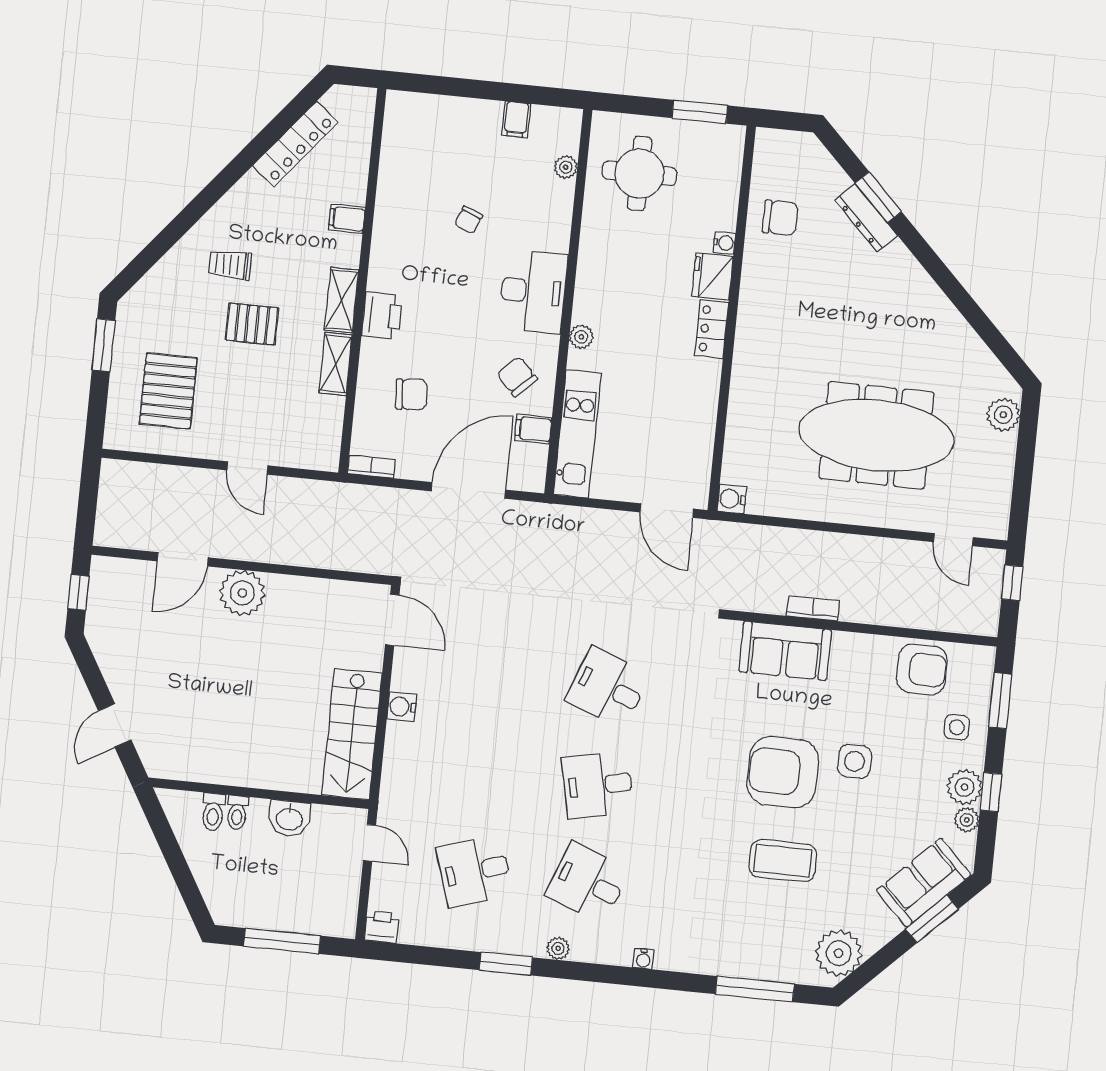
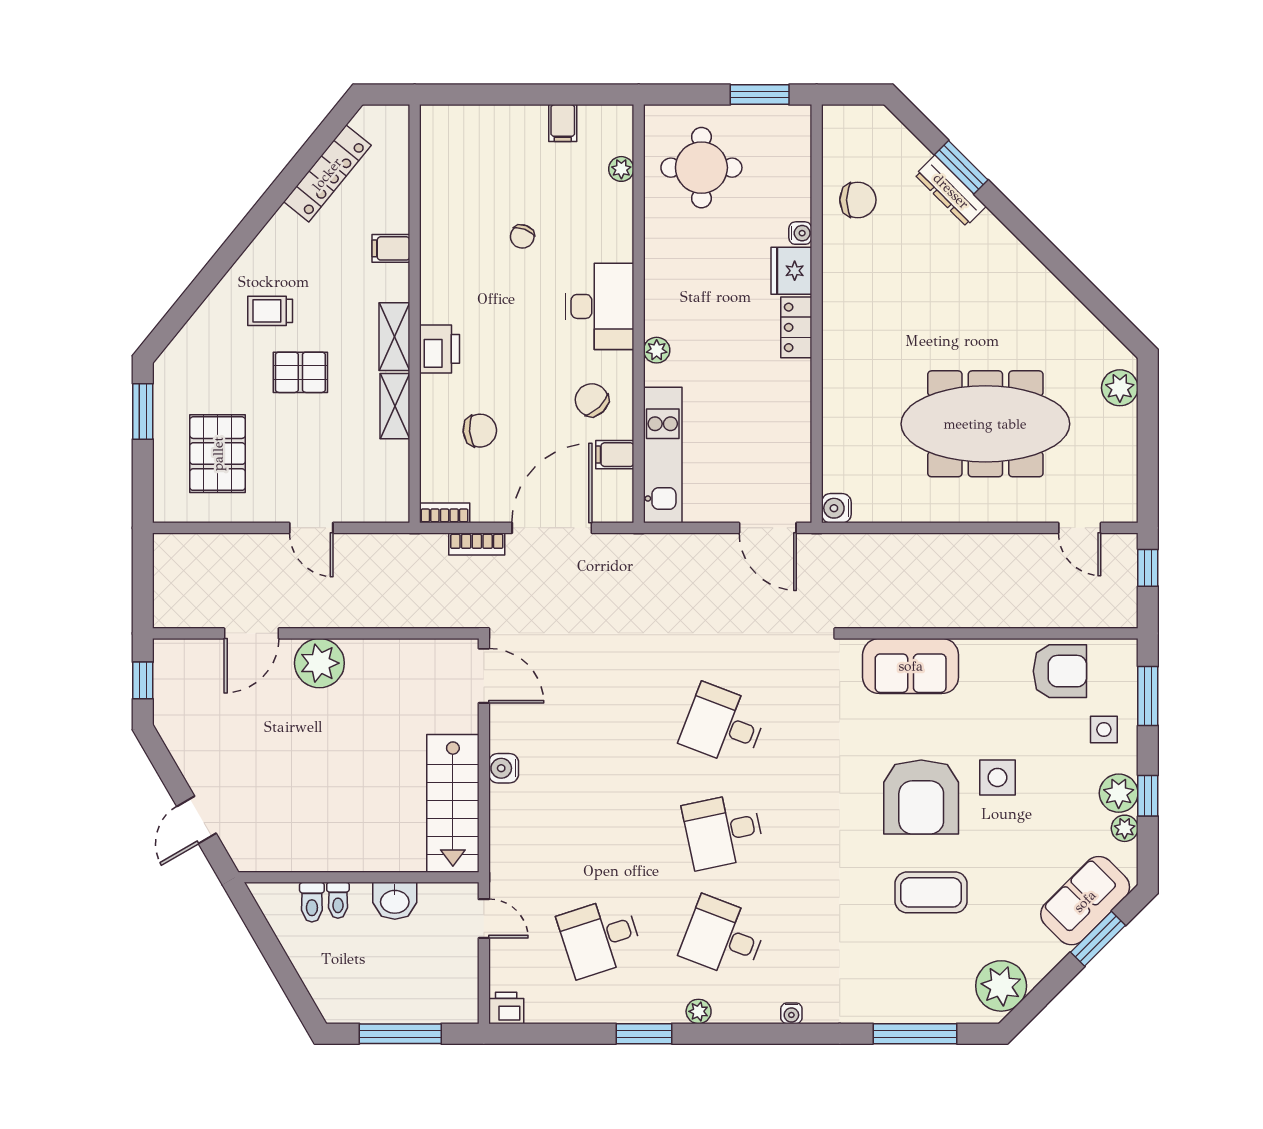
bookcase: (813, 608) -> (477, 544), moved, turned 180
armchair: (783, 772) -> (921, 797), turned -90

